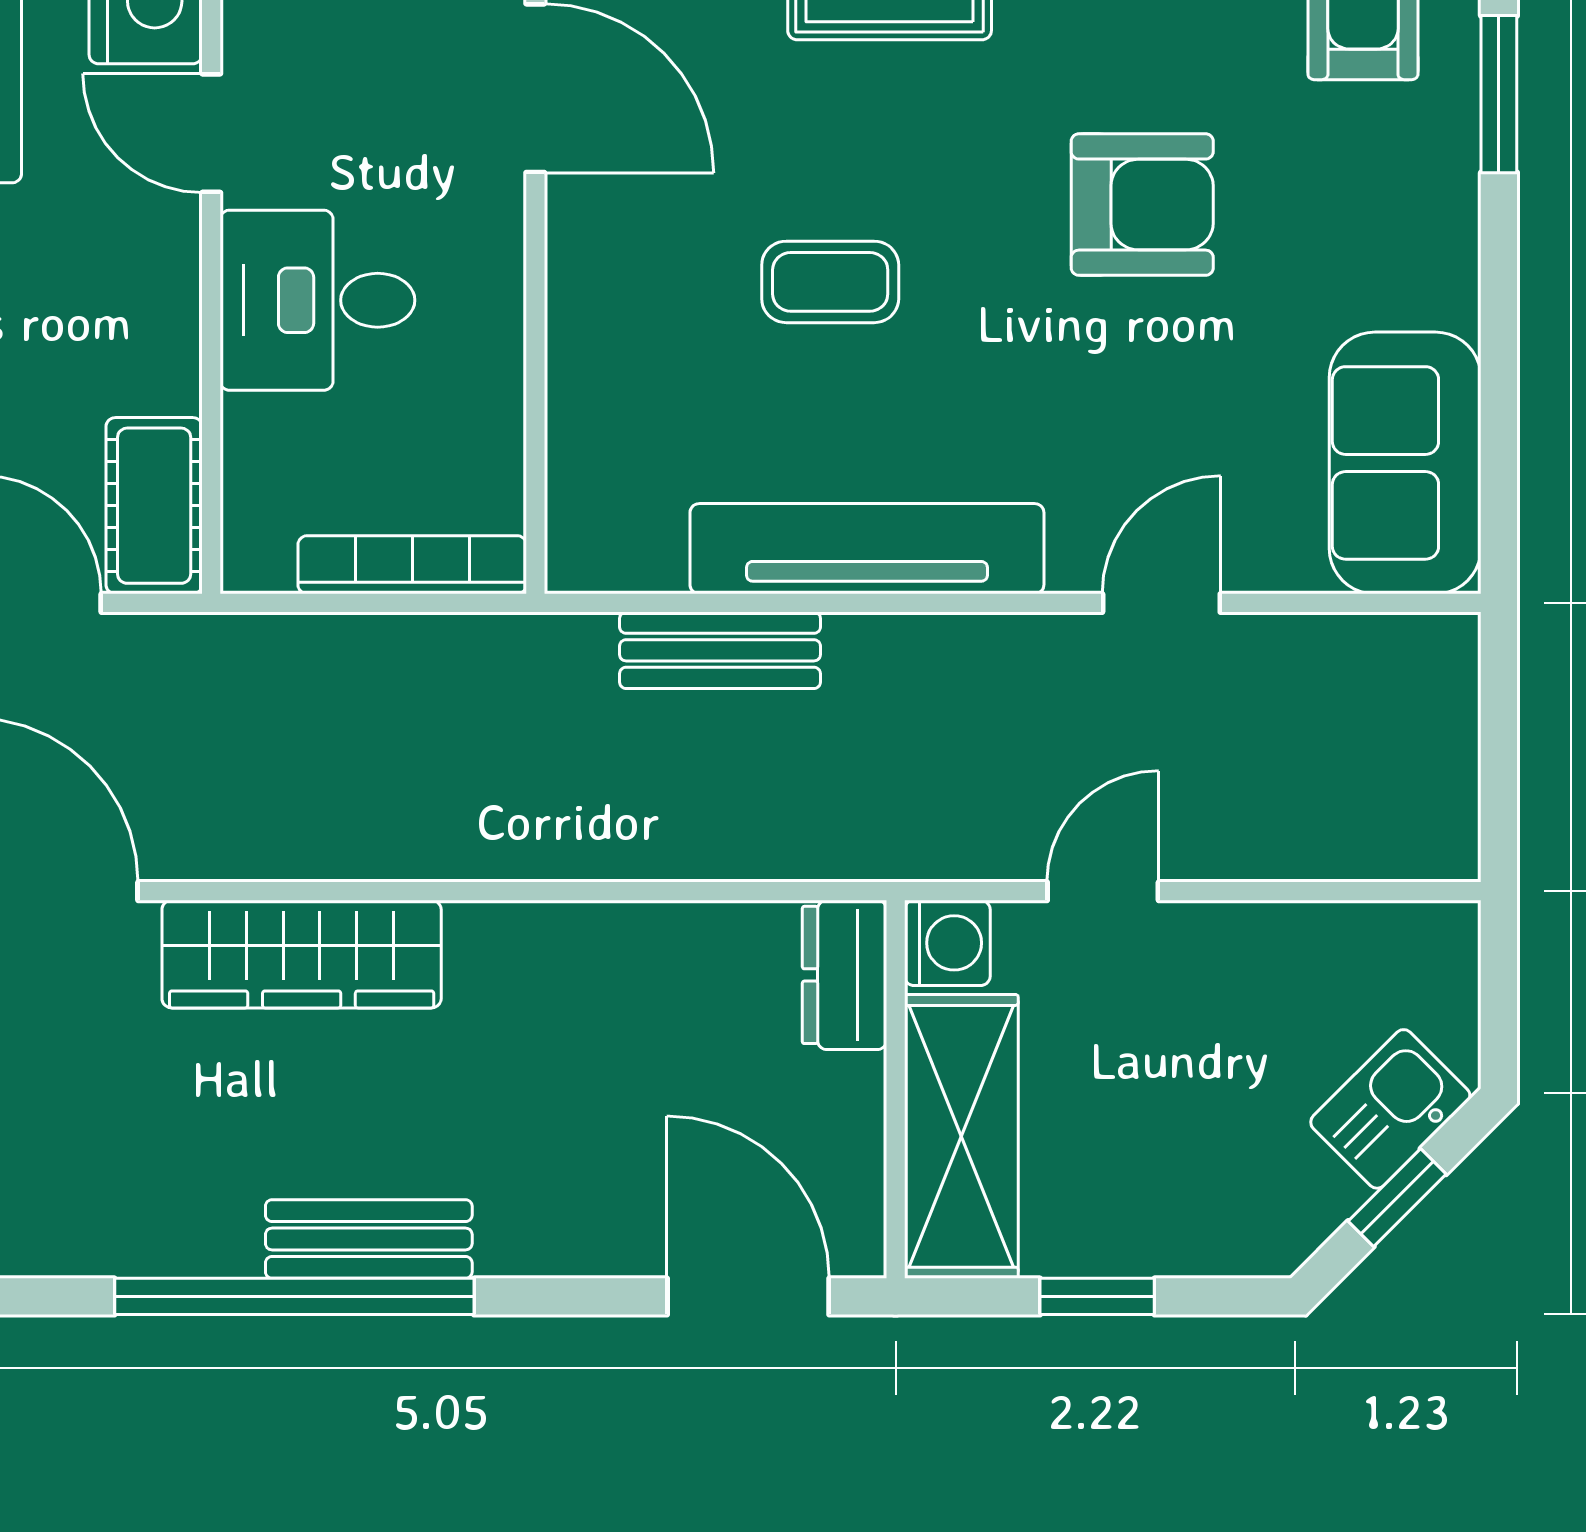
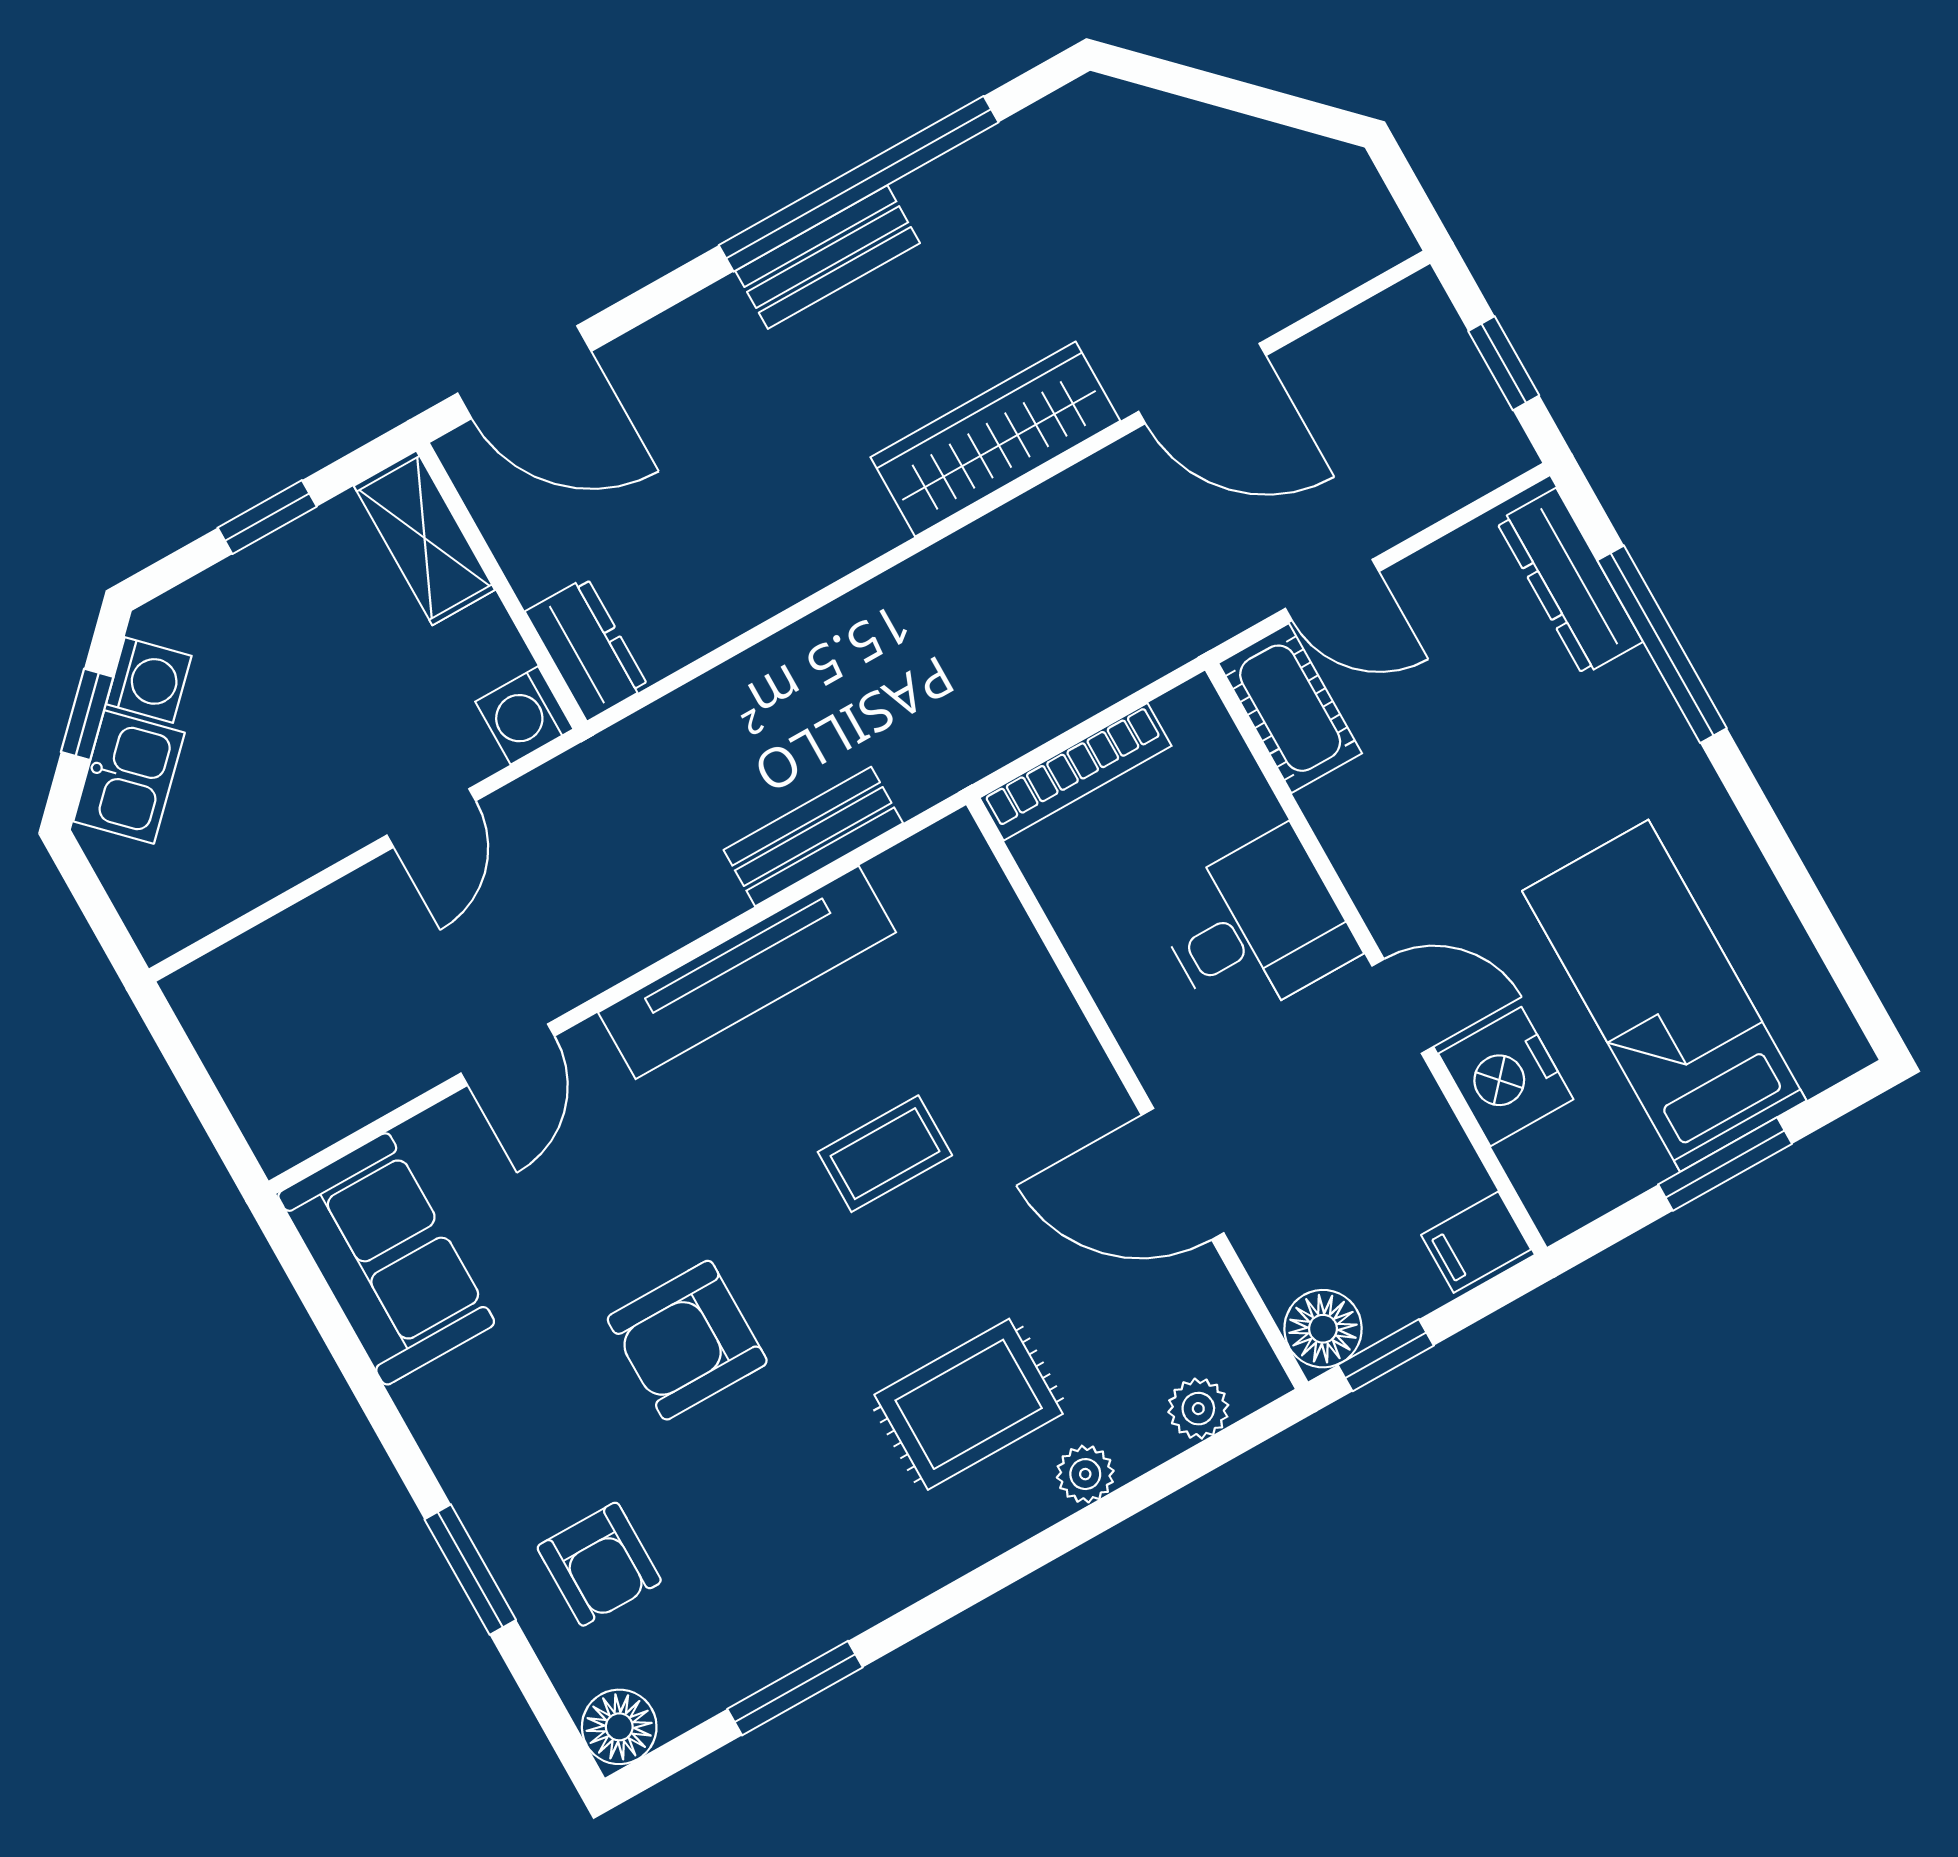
shelving: (961, 1136) -> (424, 538), width x0.67, depth x0.75
washing machine: (1314, 1197) -> (149, 680), added

